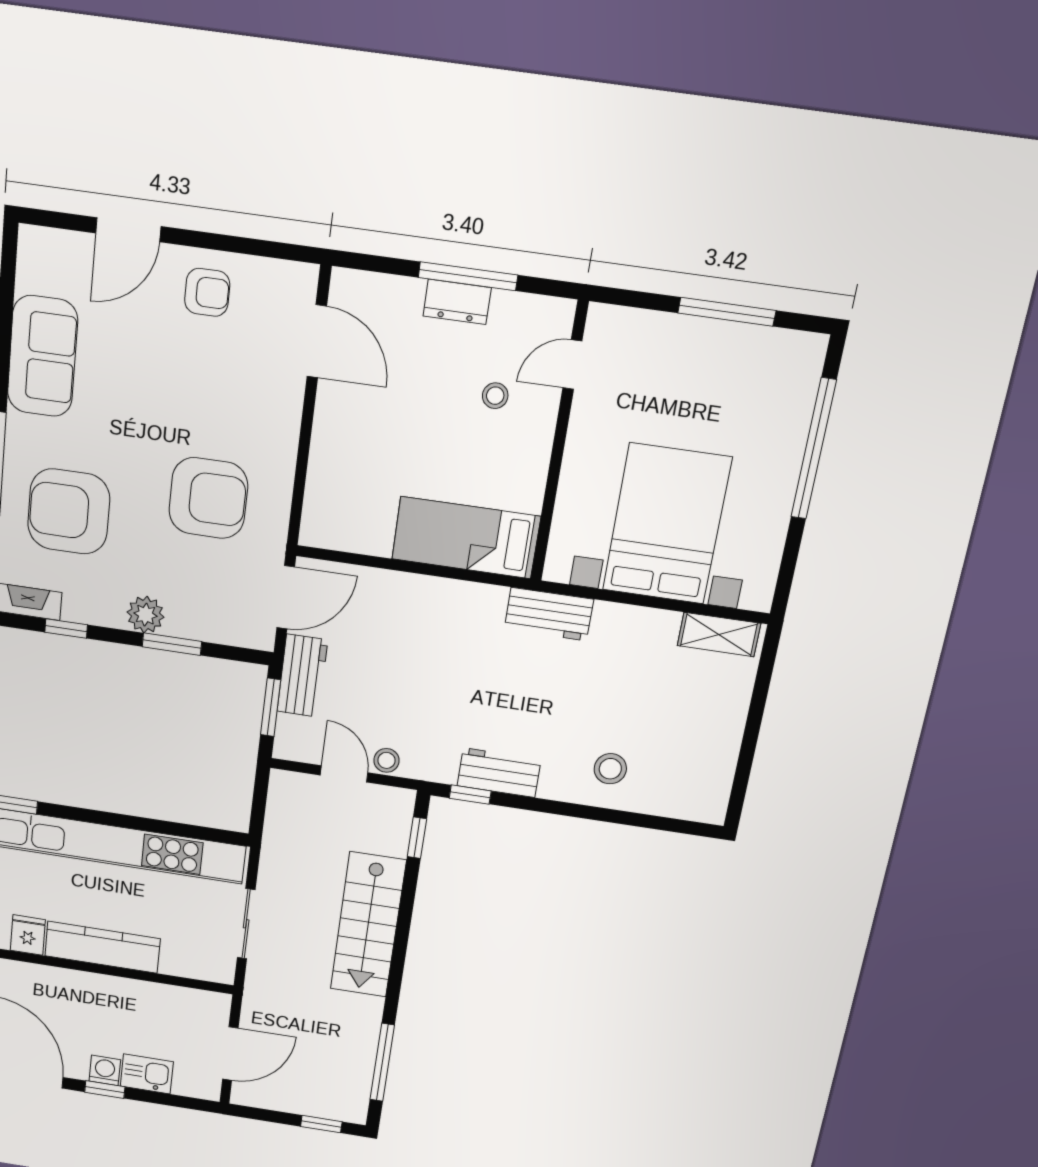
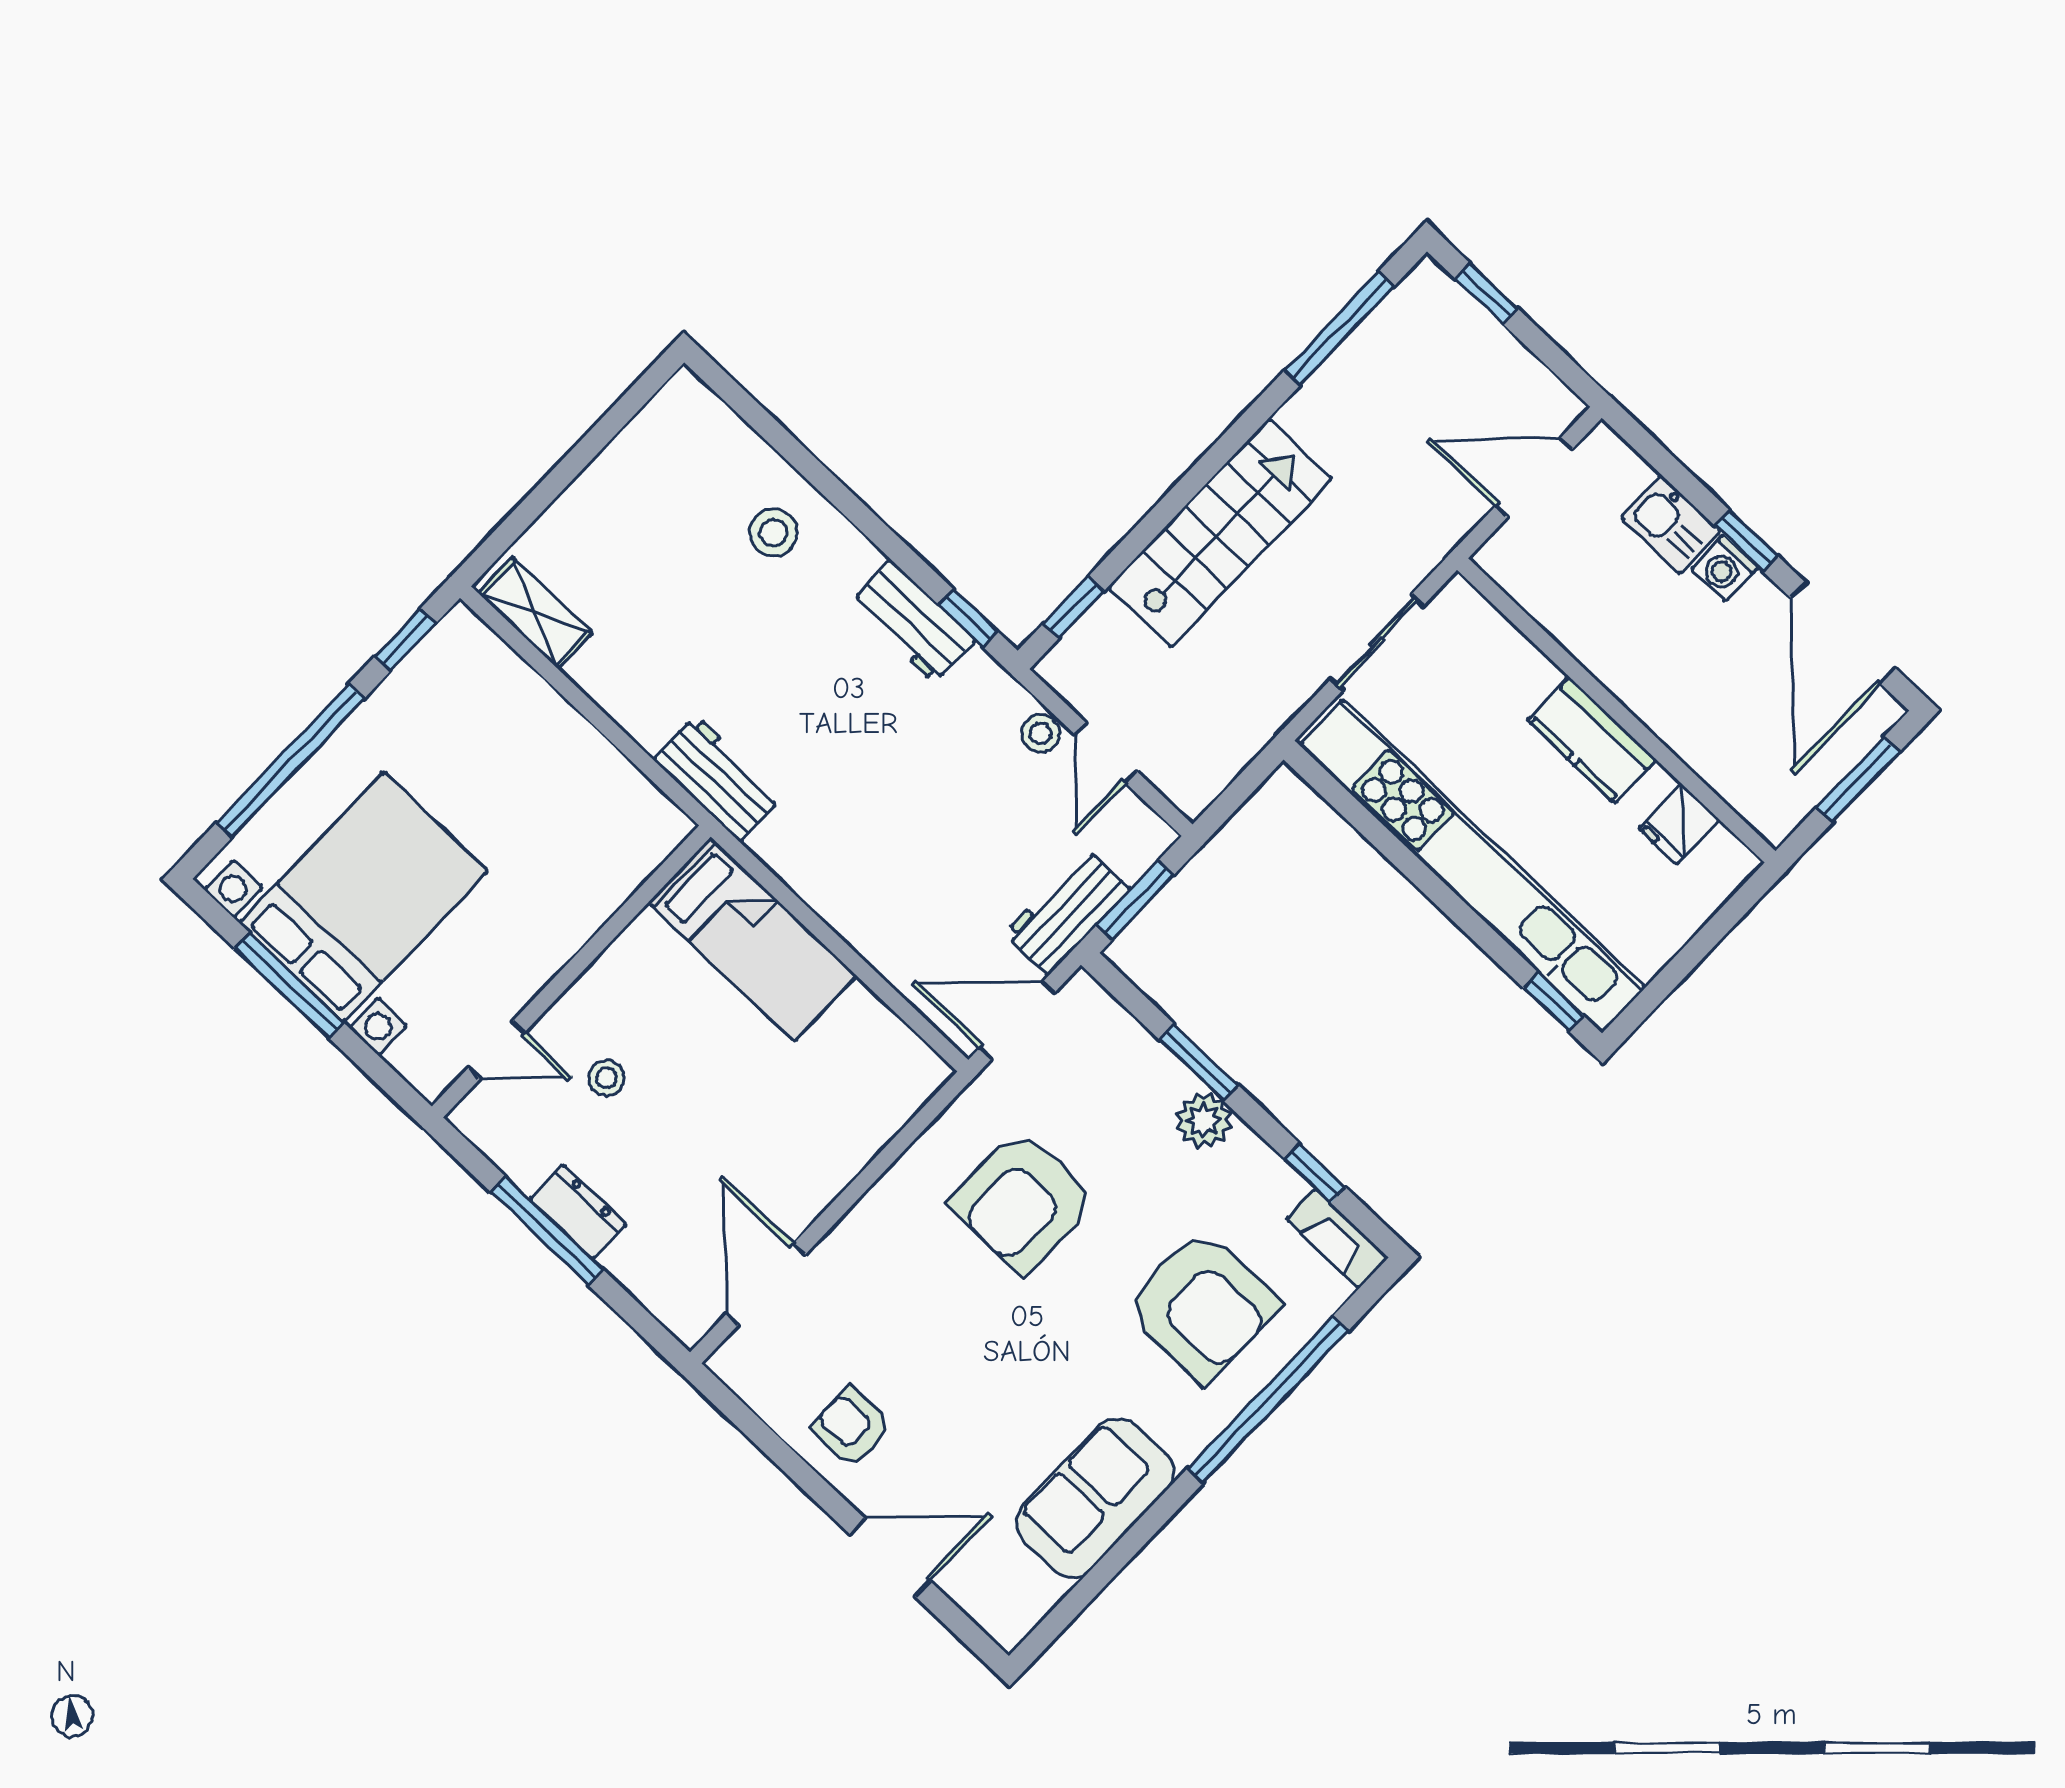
armchair: (208, 498) -> (1023, 1201), turned -90
bed with nightstands: (667, 524) -> (363, 897), moved, turned 180
window: (788, 567) -> (405, 640), added
kitchen counter: (102, 947) -> (1592, 740), width x0.67

